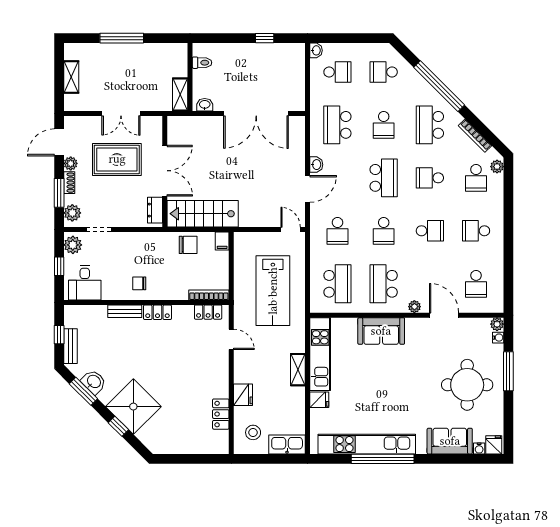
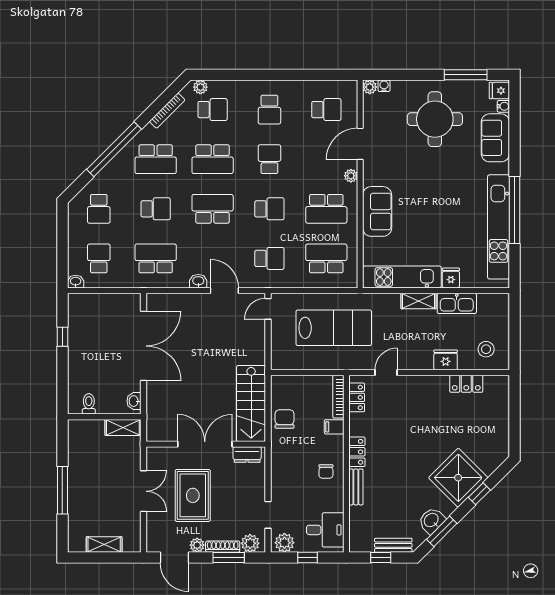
school desk: (337, 125) -> (156, 258), turned 180
school desk: (430, 178) -> (213, 159), width x1.85
shoe rack: (69, 183) -> (223, 547), width x1.43
filing cabinet: (222, 241) -> (334, 427), moved, turned 180
window: (508, 371) -> (466, 75), moved
kitchen sink: (287, 445) -> (457, 303), moved, turned -90

